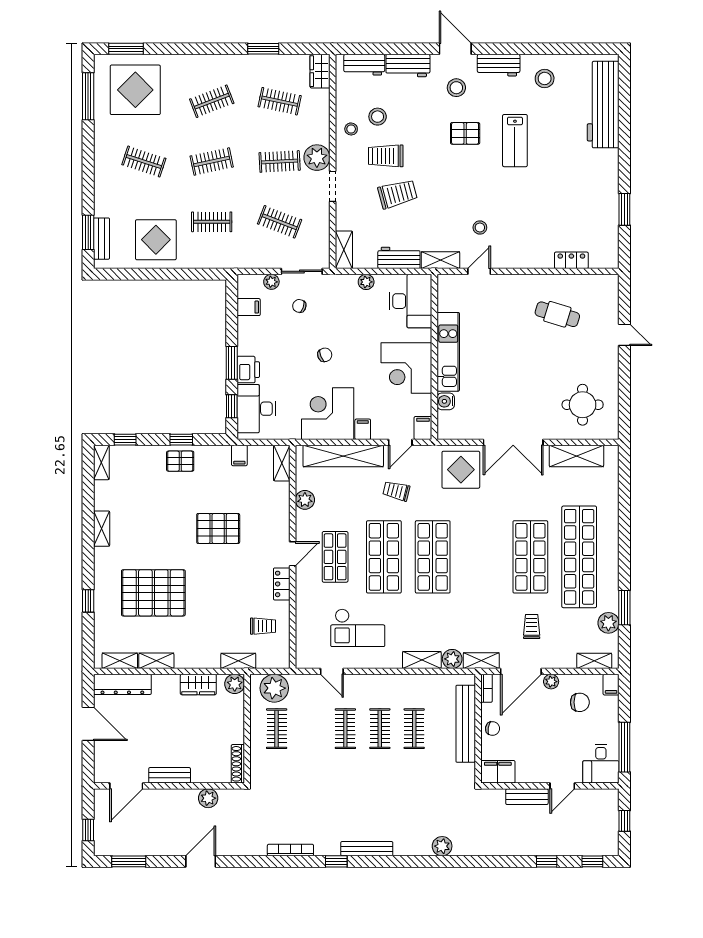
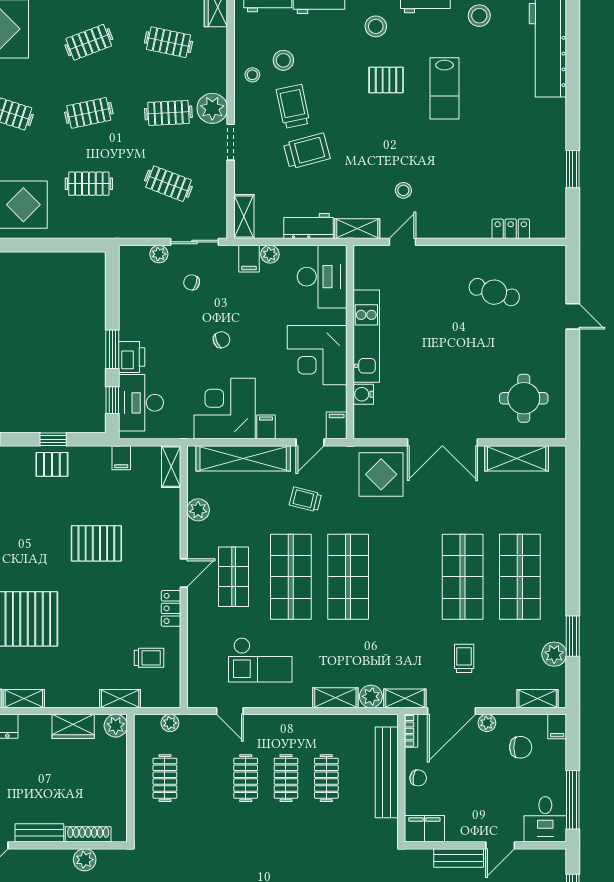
trolley: (386, 156) -> (293, 106), turned 78
filing cabinet: (249, 307) -> (249, 259), moved, turned 90
shop shelf: (579, 557) -> (520, 577), width x0.71
plant: (274, 688) -> (170, 723), width x0.53, depth x0.53
shoe rack: (238, 764) -> (88, 834), moved, turned 90

